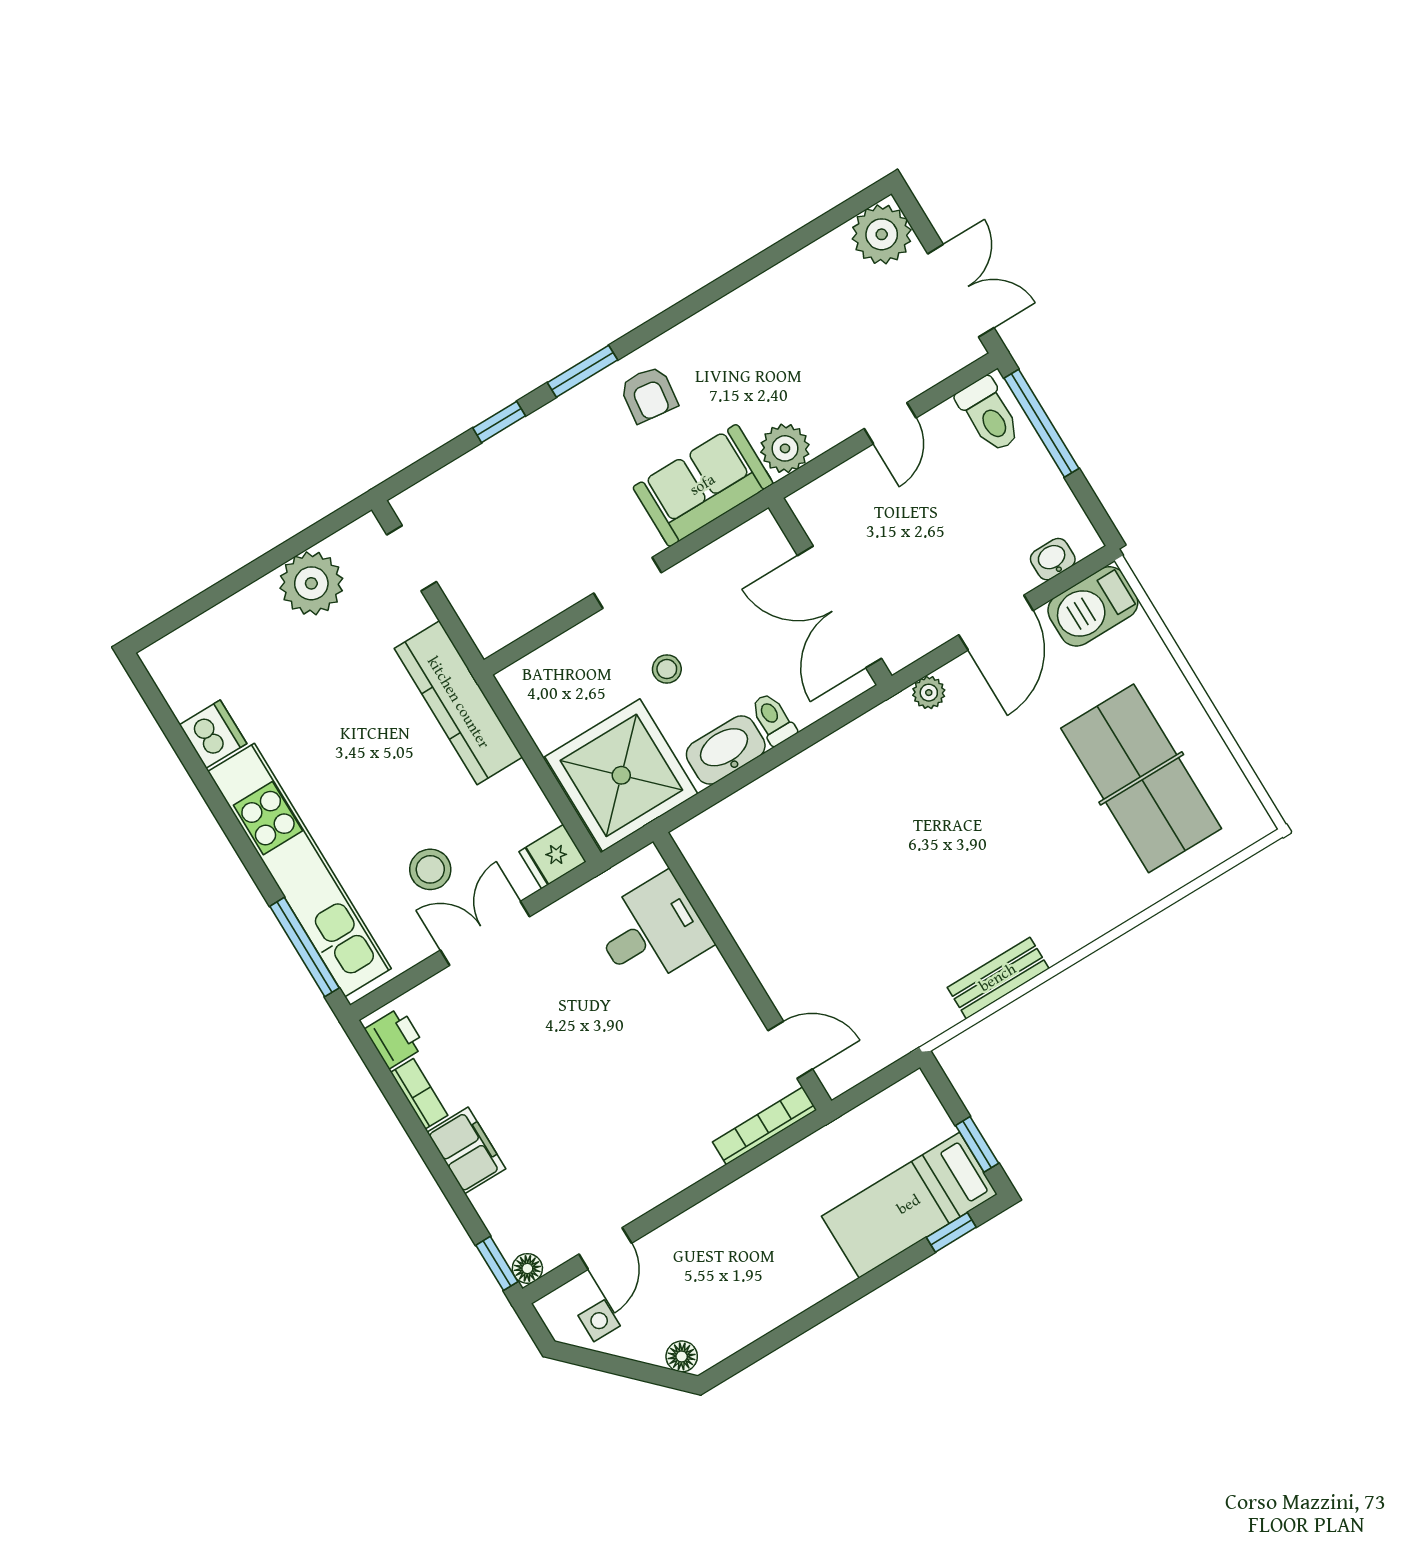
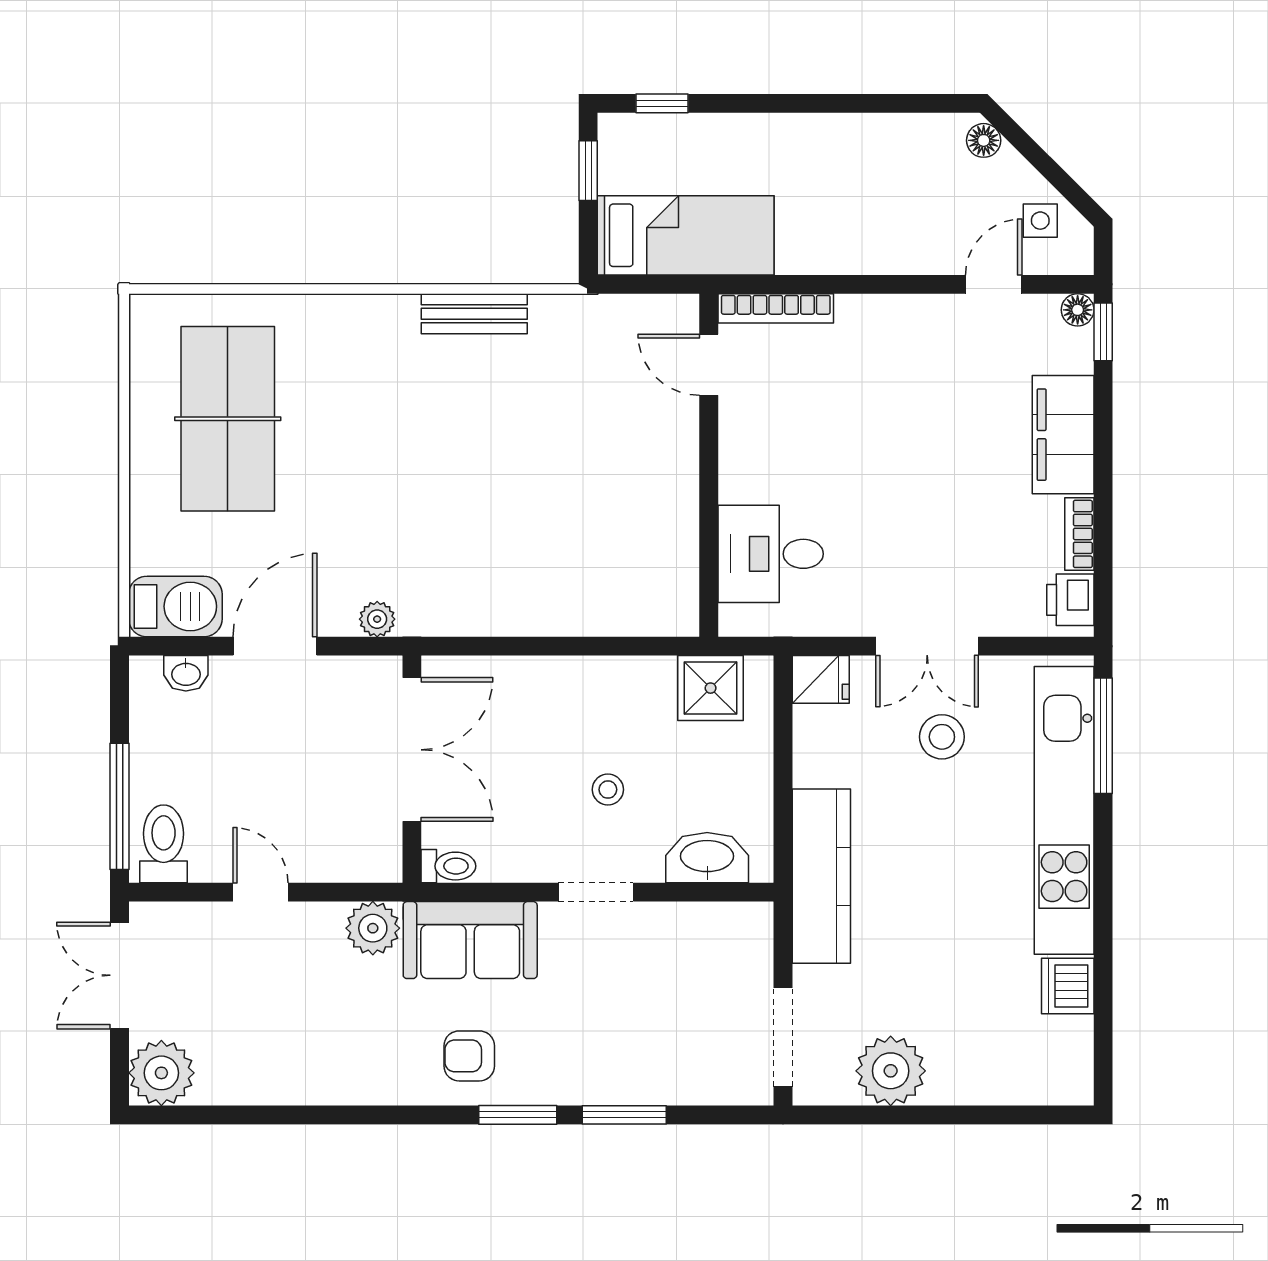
armchair: (649, 394) -> (469, 1056), turned -97
window: (499, 422) -> (624, 1115), width x1.50
door: (890, 423) -> (261, 892), hinge flipped
doorway: (412, 558) -> (783, 1037), width x1.38
toilet: (773, 719) -> (448, 866), moved, turned -90
washbasin: (726, 750) -> (707, 858), moved, turned 180
shower: (621, 775) -> (711, 688), width x0.54, depth x0.54
filing cabinet: (466, 1150) -> (1063, 435), width x1.50, depth x1.17
bed: (909, 1205) -> (686, 235), moved

